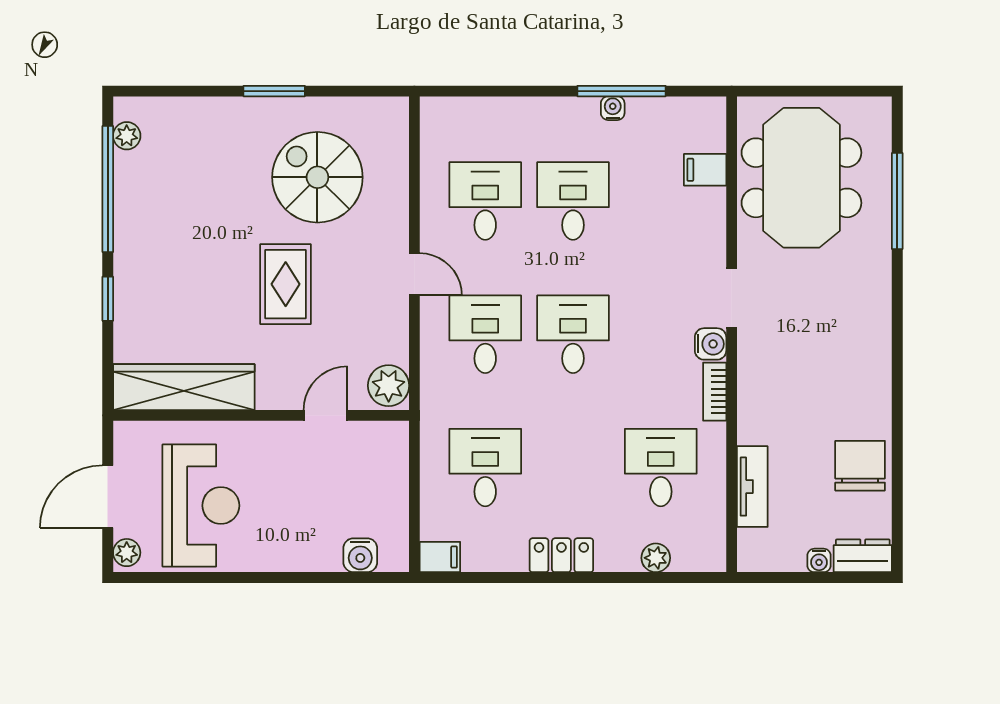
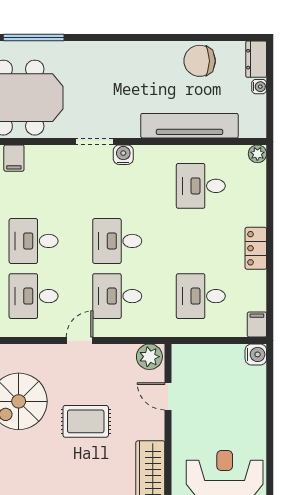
bookcase: (715, 392) -> (153, 152), removed
tv unit: (752, 487) -> (189, 126), width x1.92, depth x1.29
water cooler: (360, 555) -> (256, 354), moved
plant: (656, 558) -> (257, 154), moved

